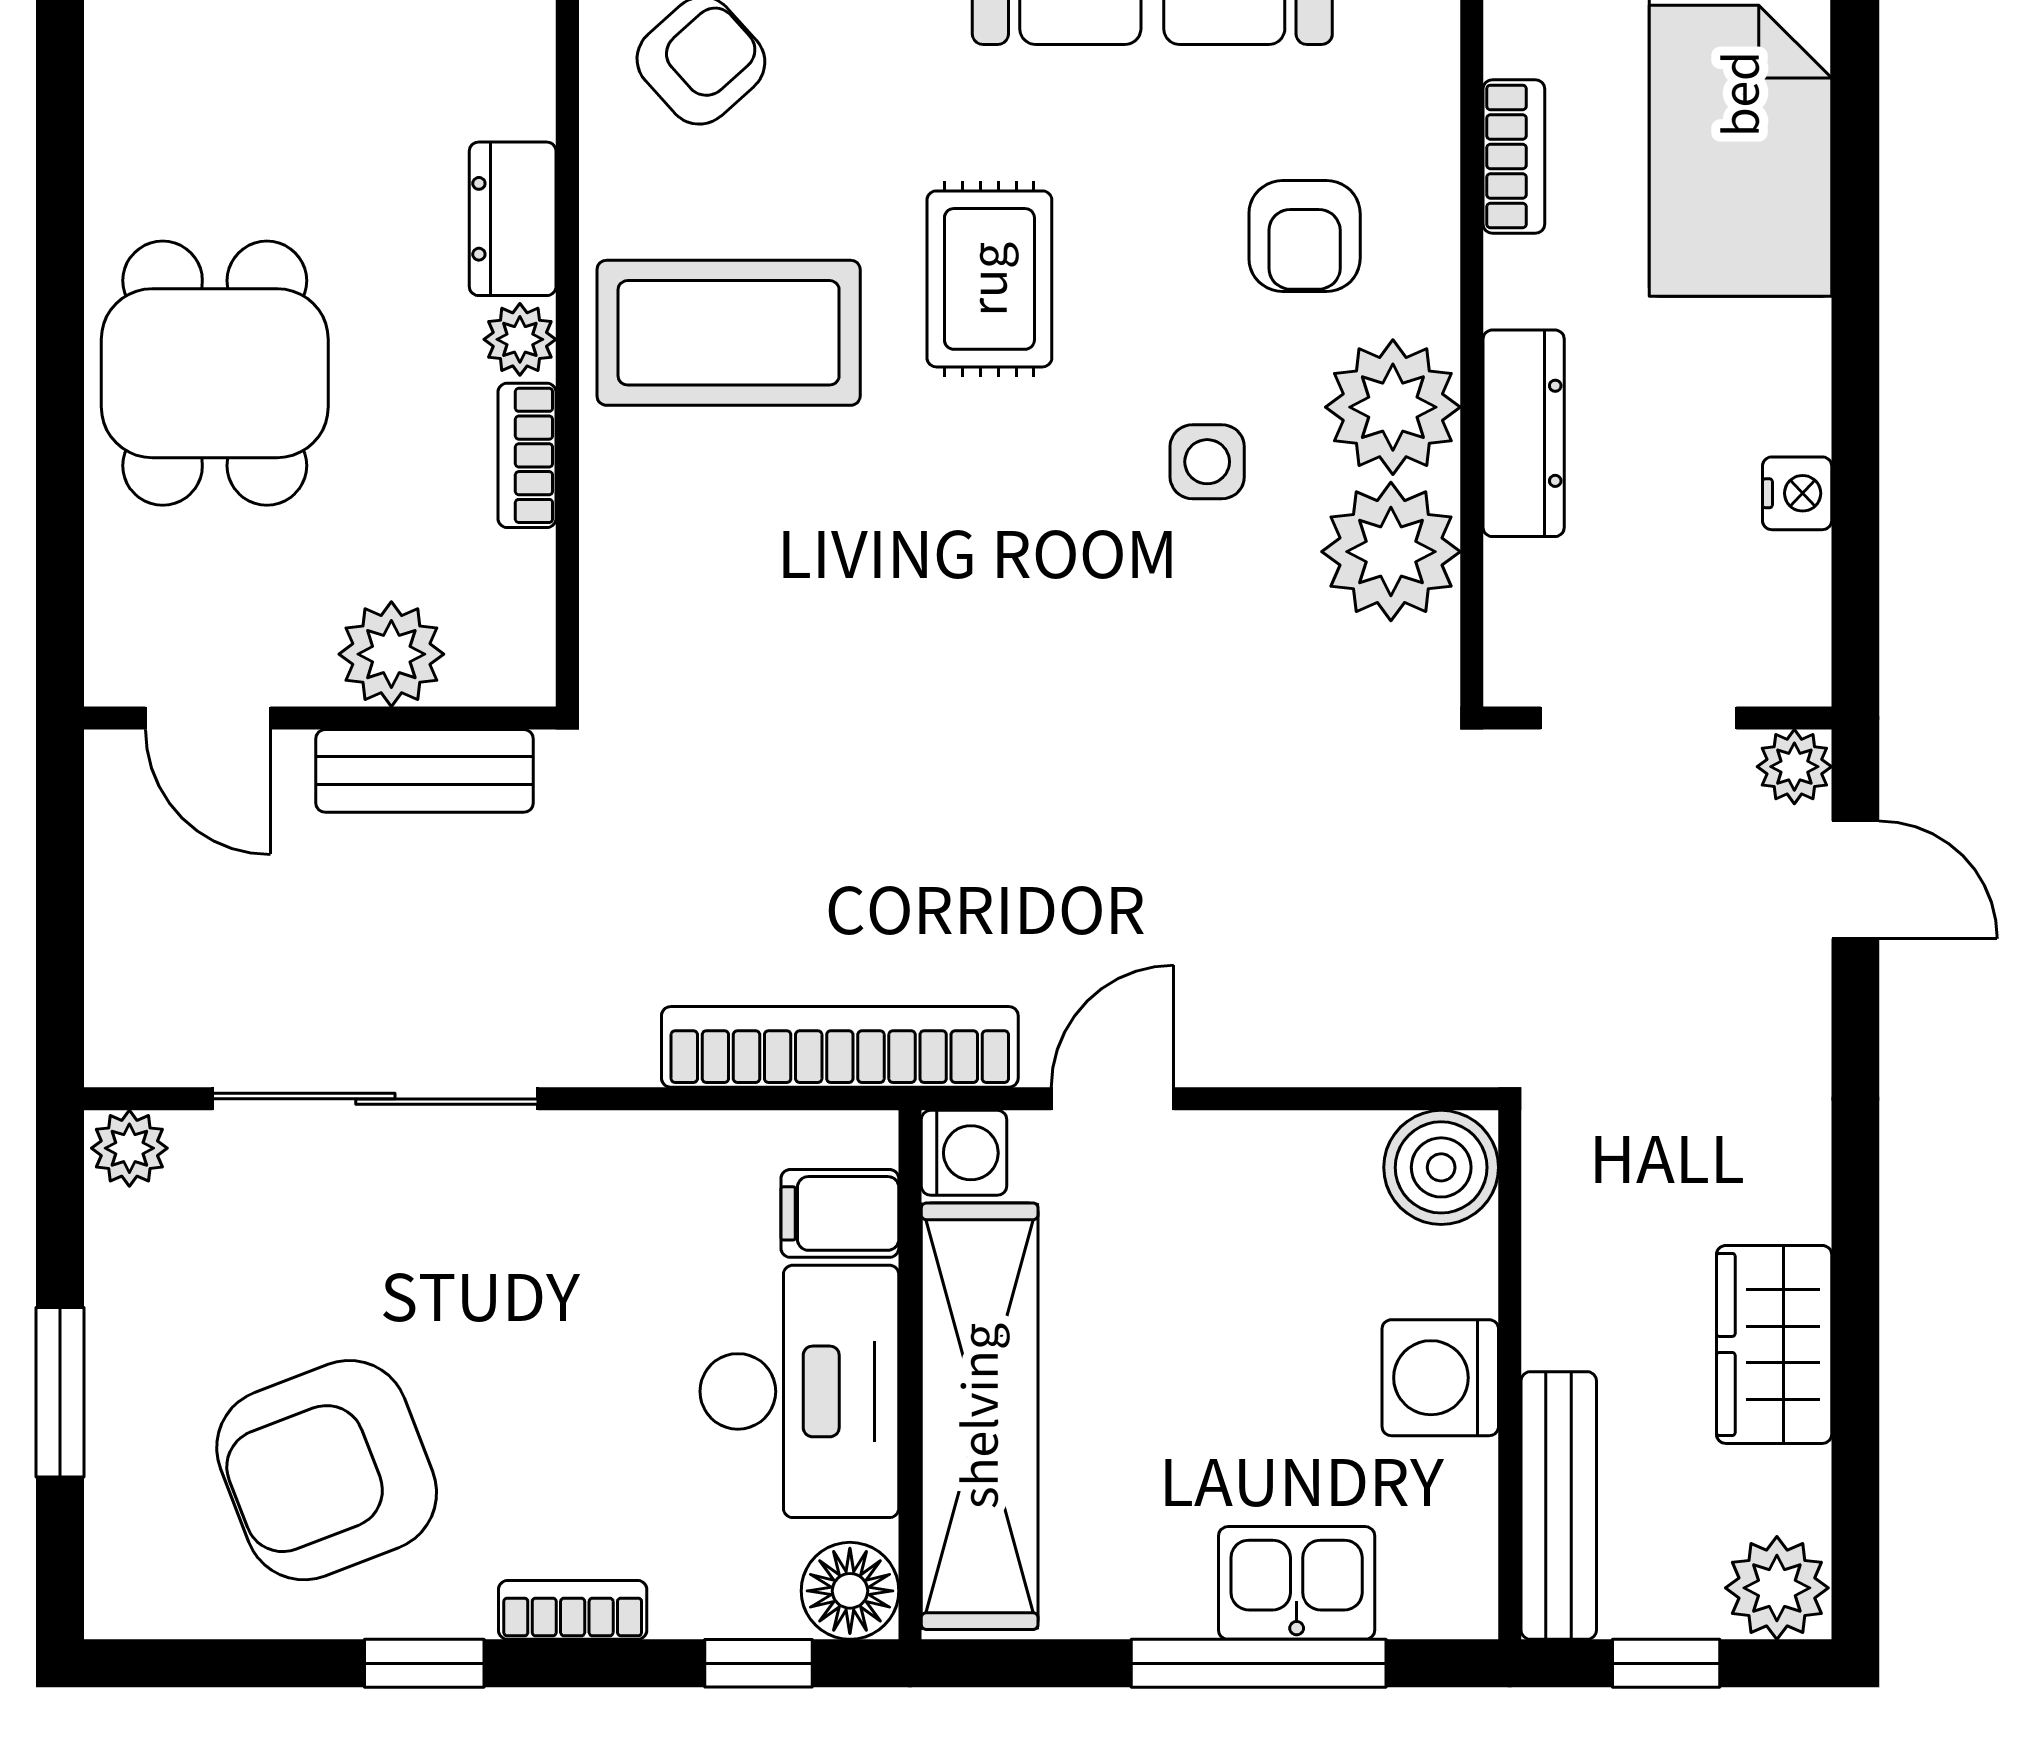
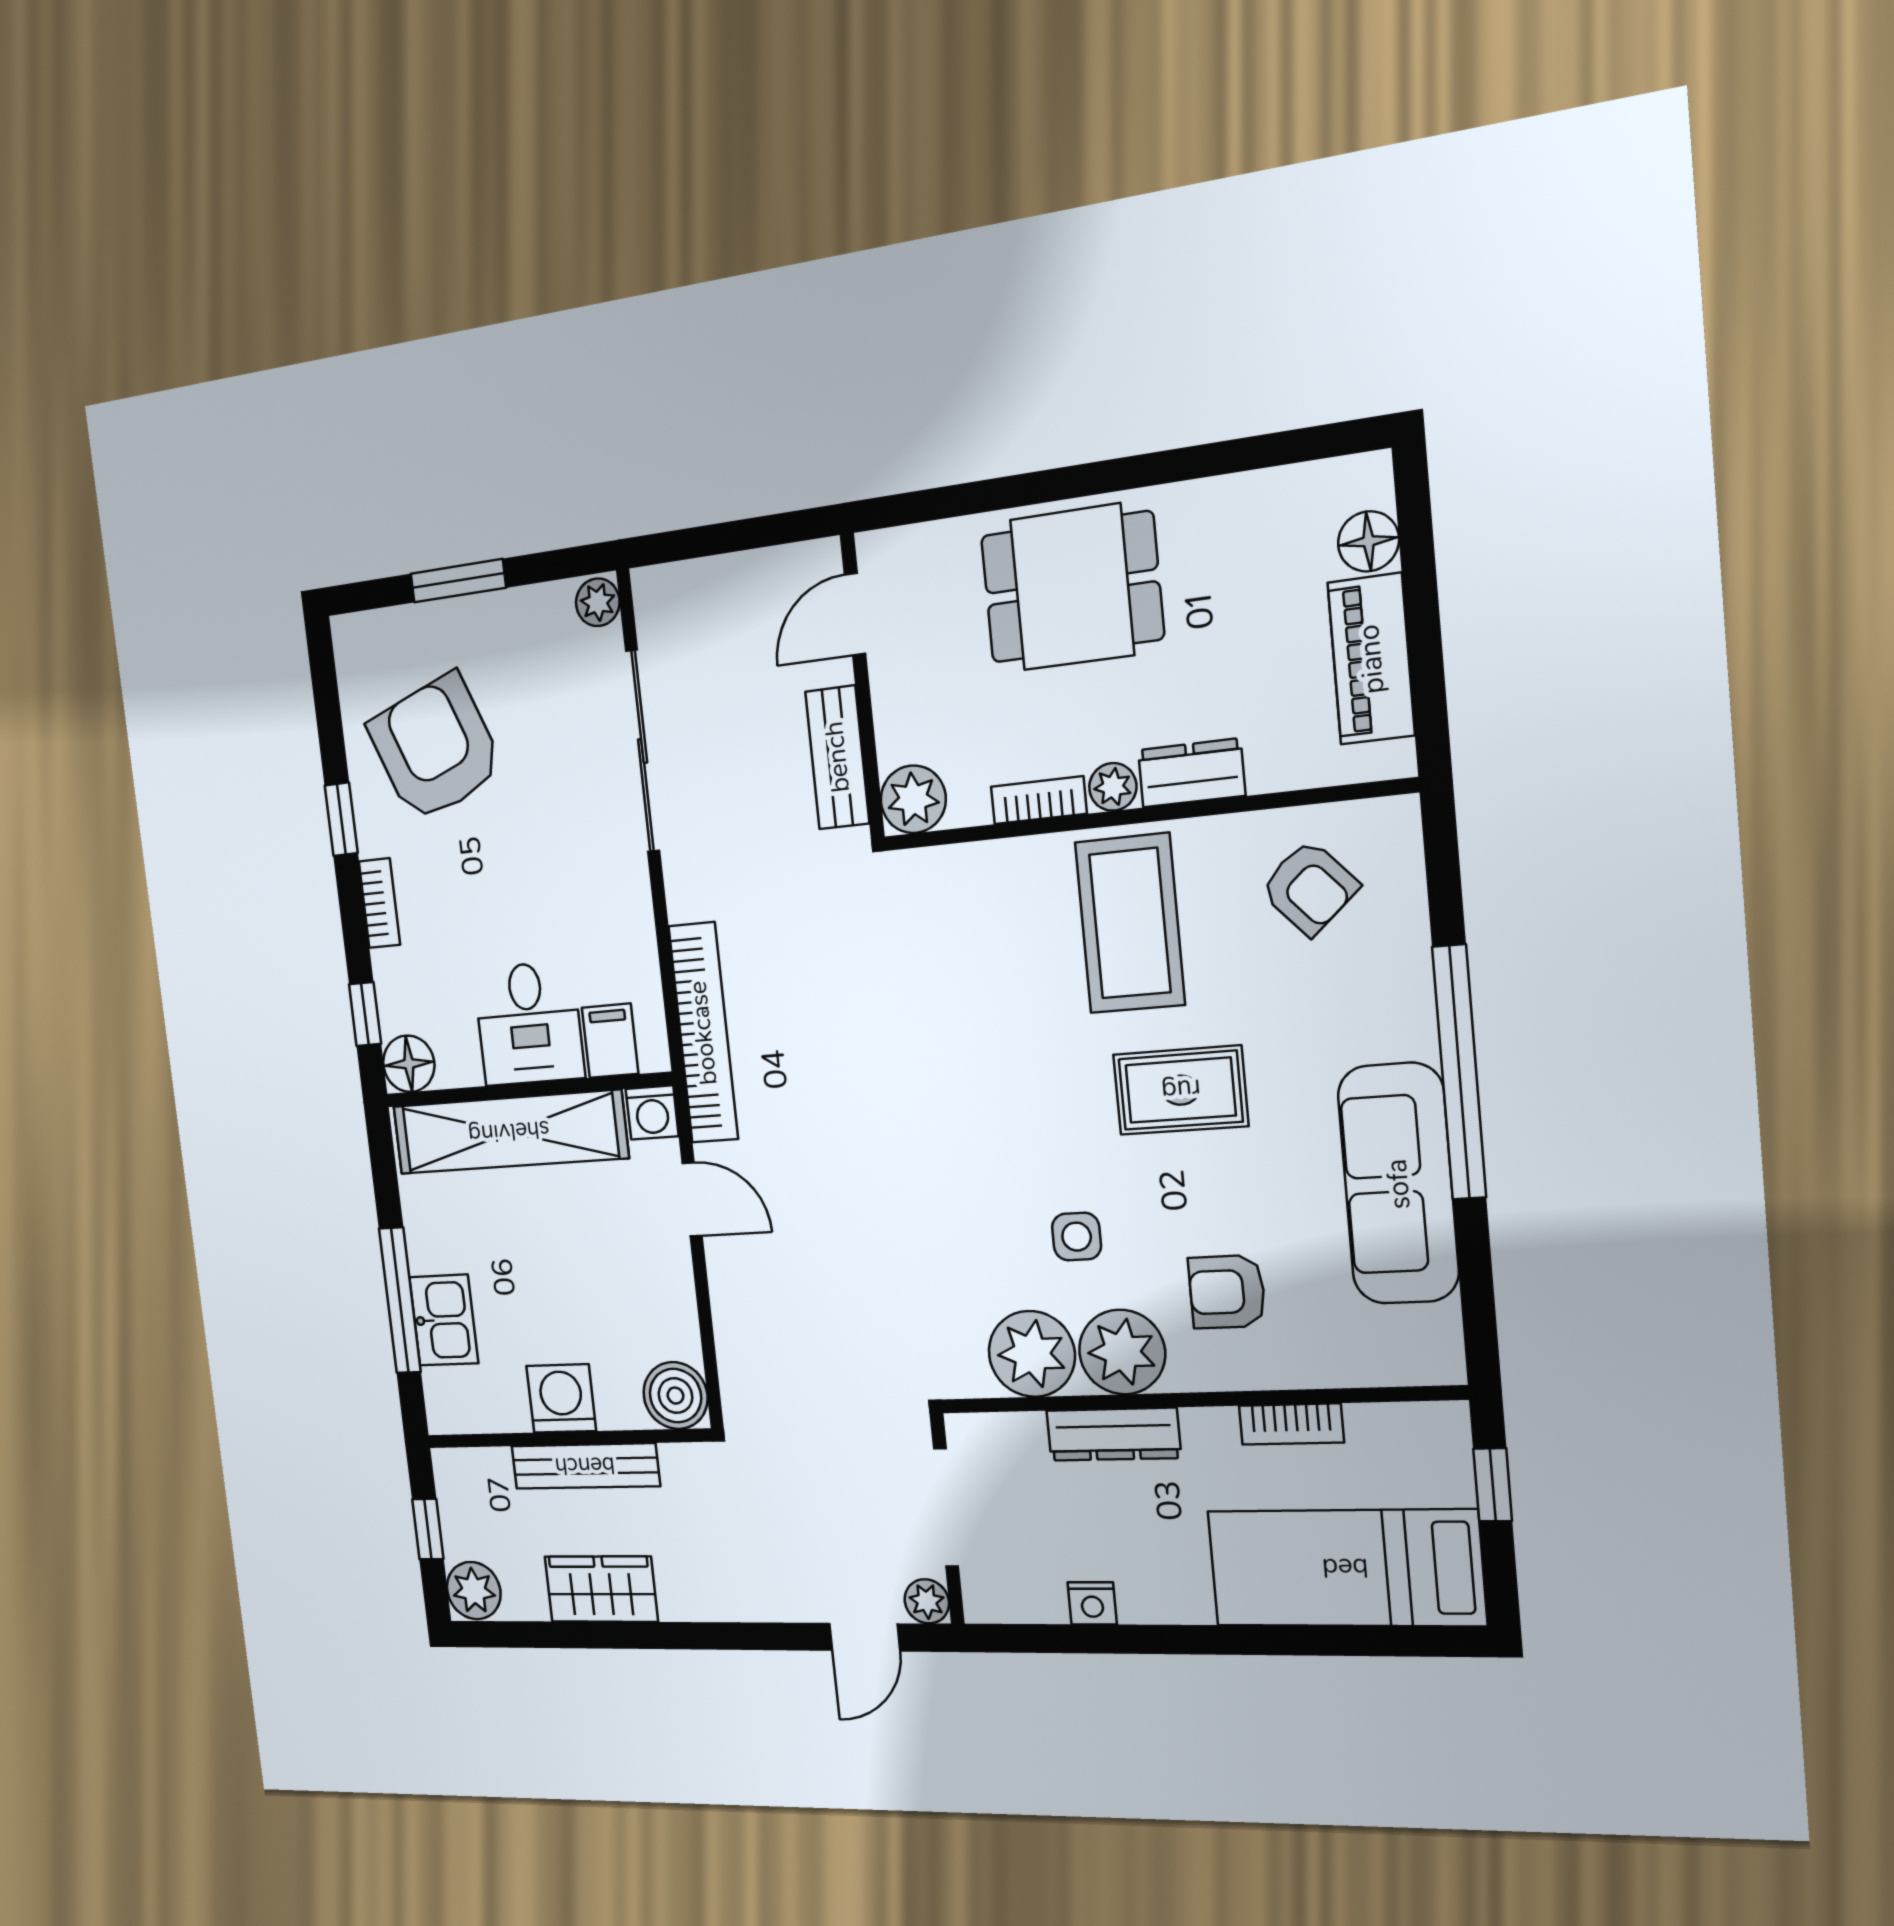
plant: (391, 654) -> (913, 799), moved
desk: (799, 1391) -> (529, 1023), width x0.73
bench: (1559, 1506) -> (585, 1466), moved

